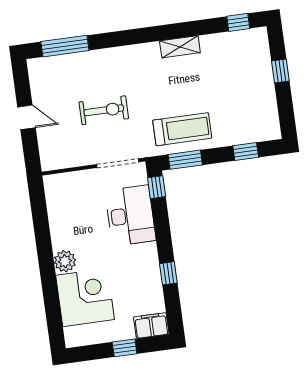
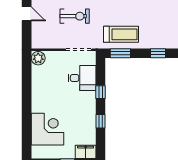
window: (157, 187) -> (100, 92), moved
desk: (130, 216) -> (82, 78), width x0.73
plant: (65, 261) -> (38, 58), moved

